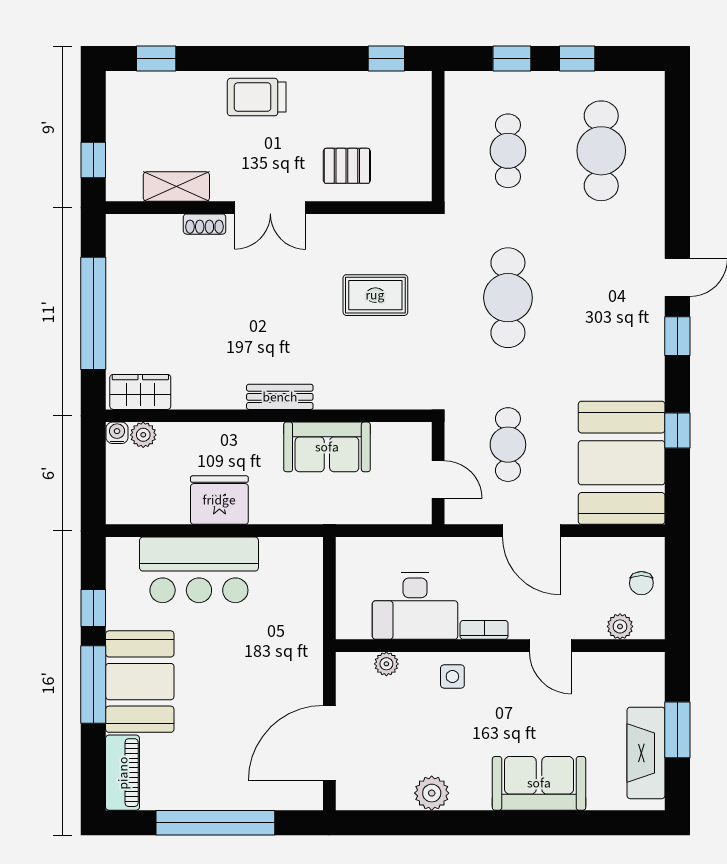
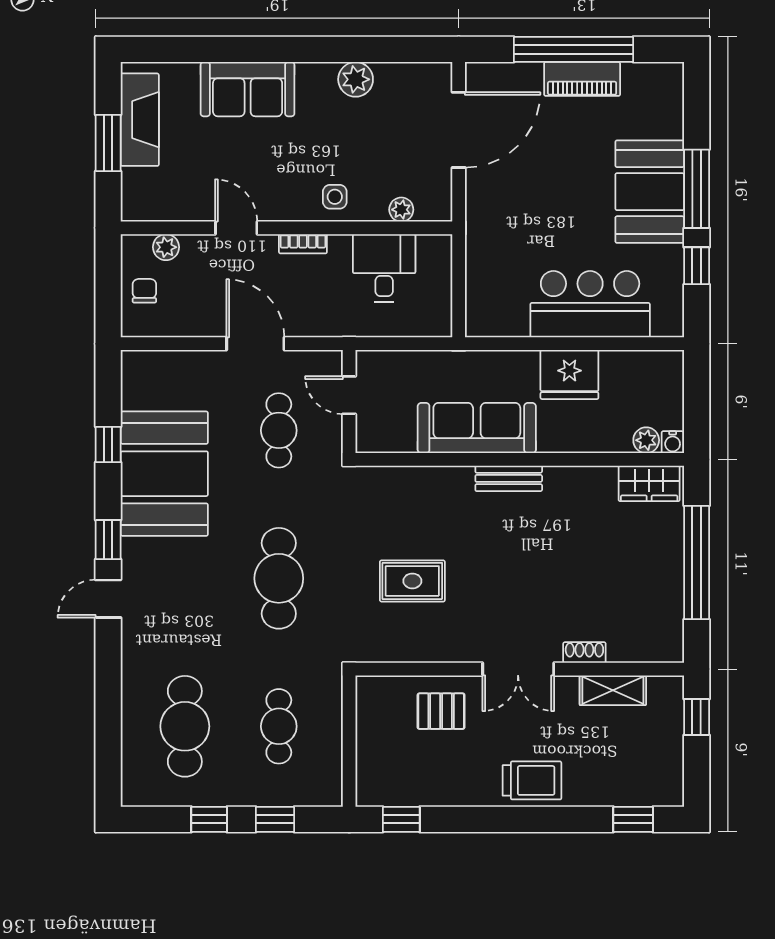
double door: (270, 208) -> (518, 669), swing flipped
sofa: (327, 447) -> (477, 428), width x1.36
booth: (622, 463) -> (164, 474), moved
desk: (415, 606) -> (384, 268), width x0.73
piano: (123, 773) -> (582, 79), moved, turned -90

